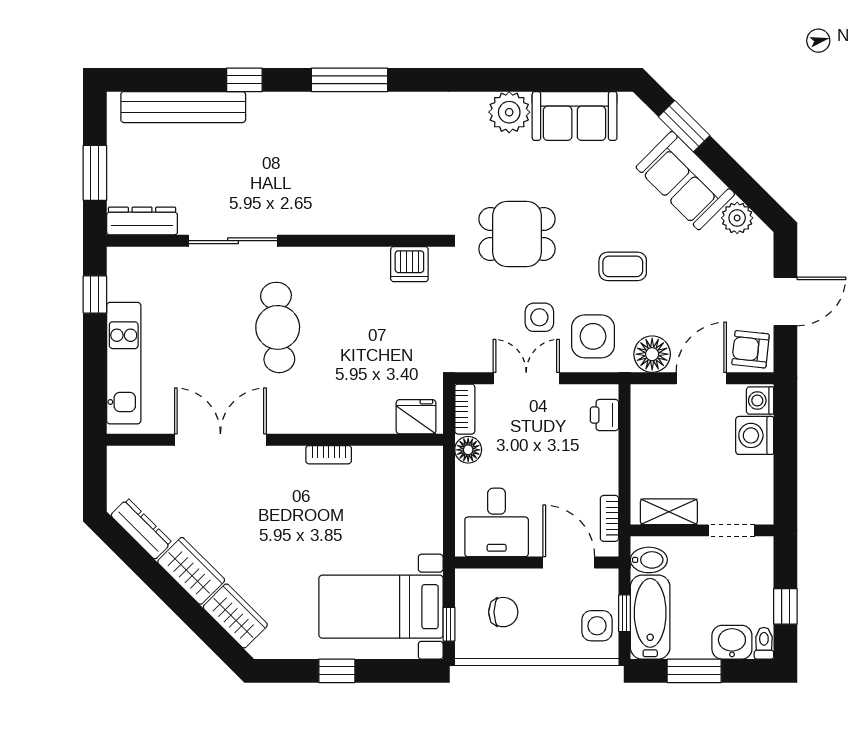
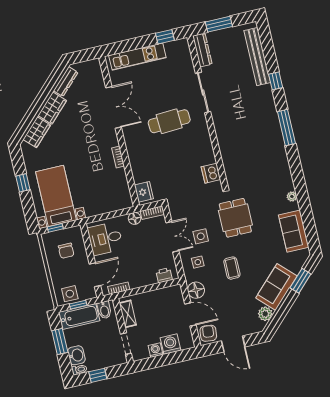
plant: (509, 112) -> (292, 196), width x0.53, depth x0.53
side table: (593, 336) -> (198, 262), width x0.54, depth x0.54
washing machine: (760, 400) -> (156, 350), moved

